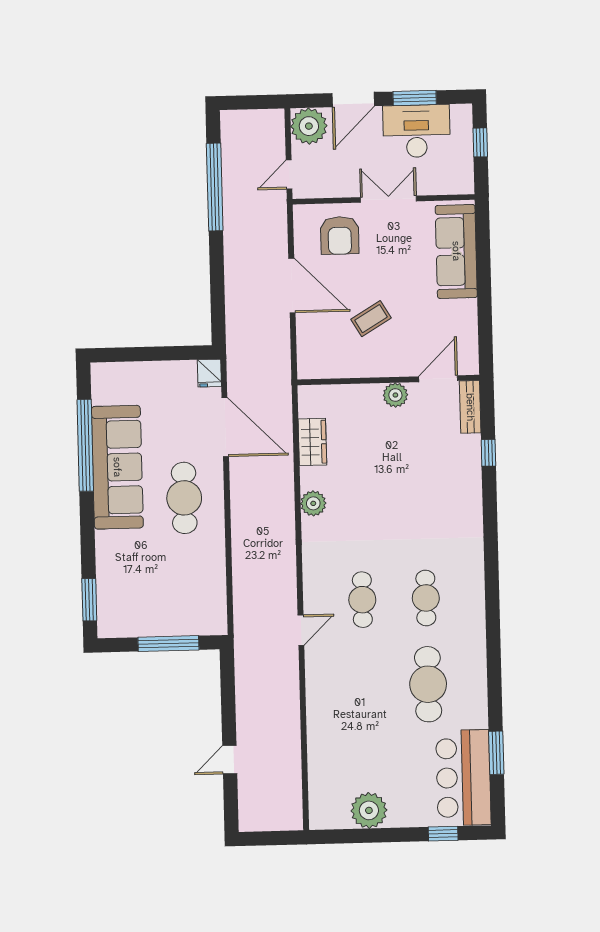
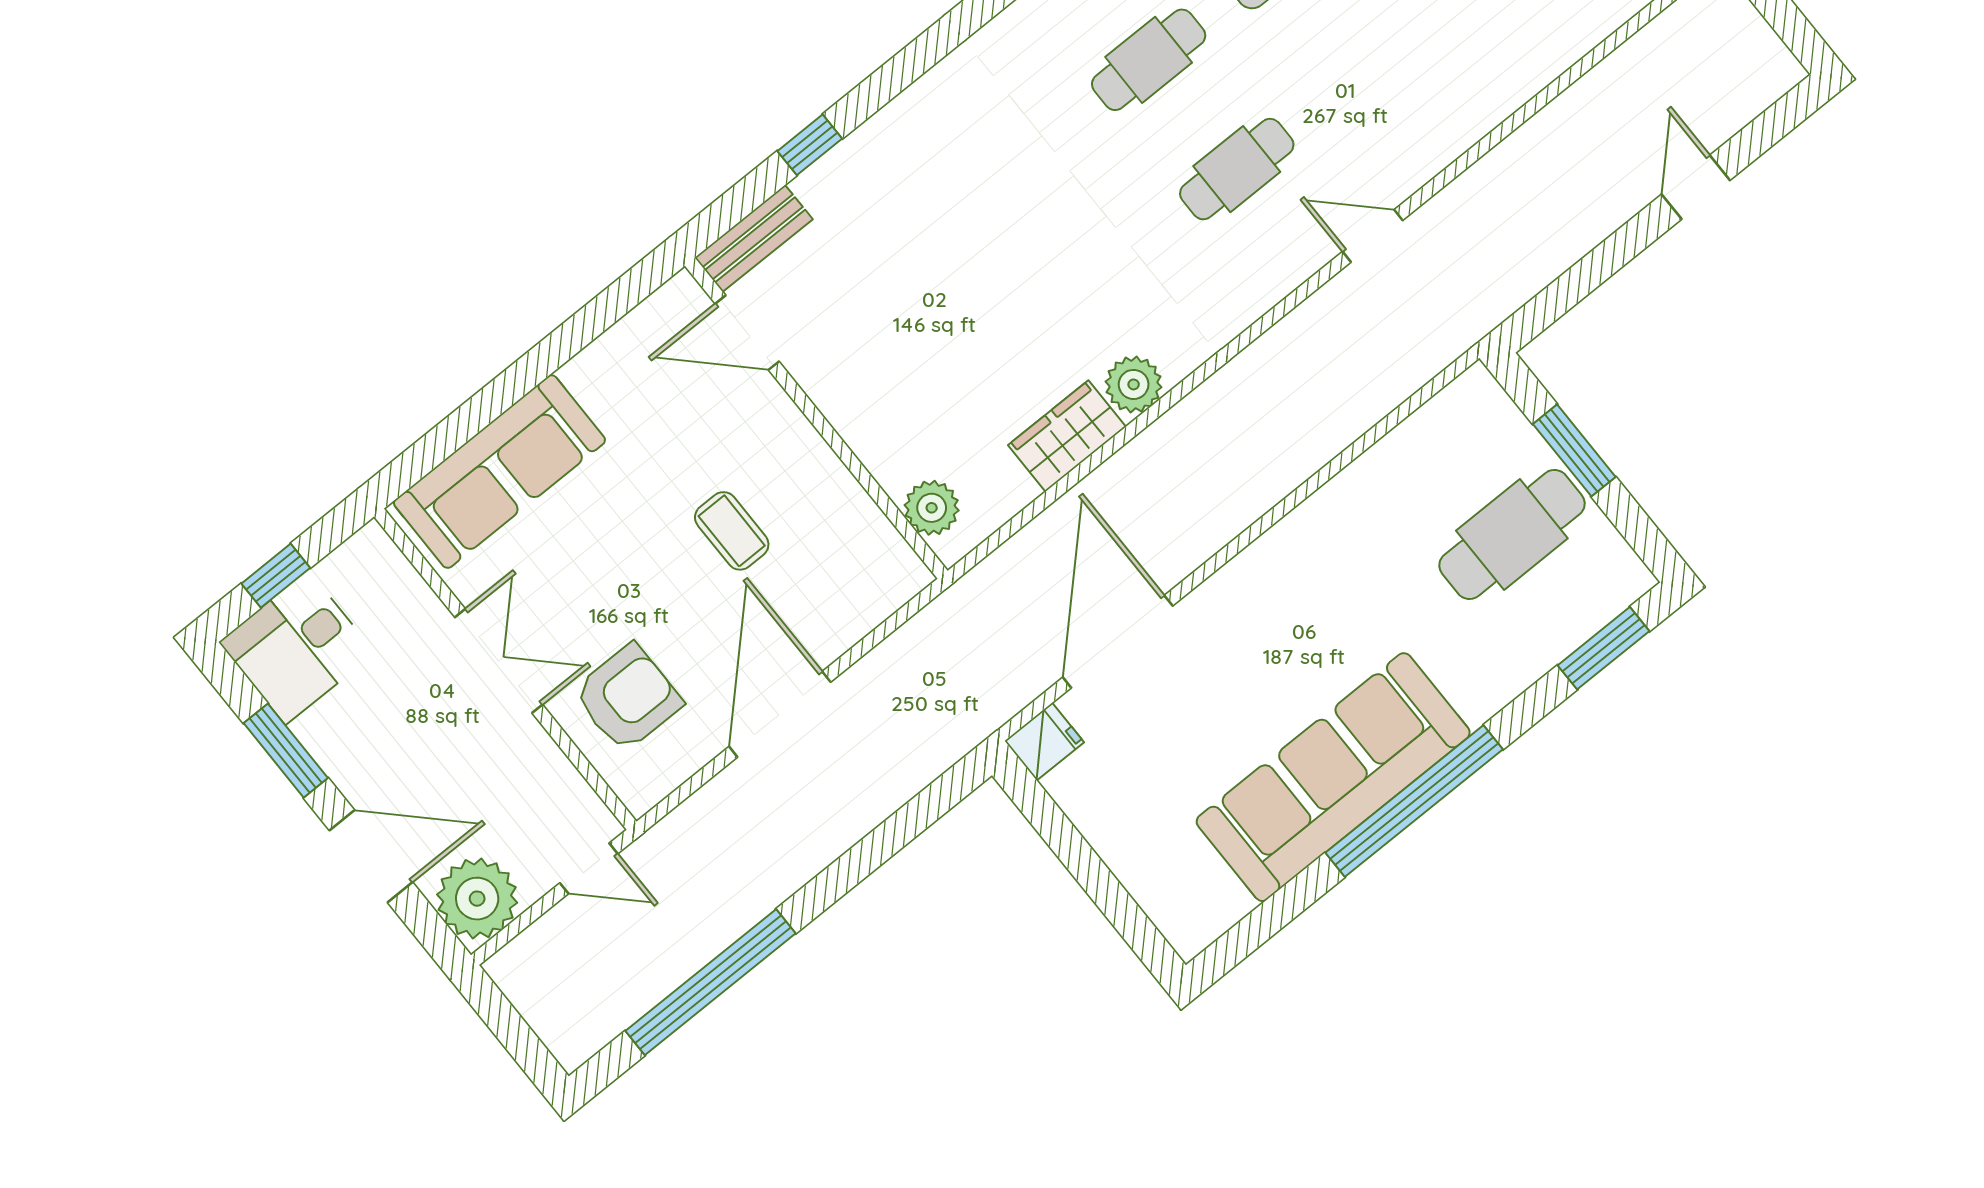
desk: (416, 131) -> (297, 648), moved, width x0.73
double door: (388, 199) -> (499, 661), swing flipped
coffee table: (371, 319) -> (732, 531), turned 31
plant: (395, 395) -> (932, 508), moved
wardrobe: (312, 442) -> (1067, 436), moved
window: (85, 445) -> (1414, 801), moved
cafe table: (184, 498) -> (1512, 534), moved
window: (168, 644) -> (1574, 450), width x0.69
door: (230, 760) -> (1696, 187), swing flipped

